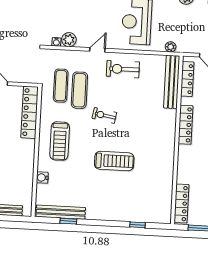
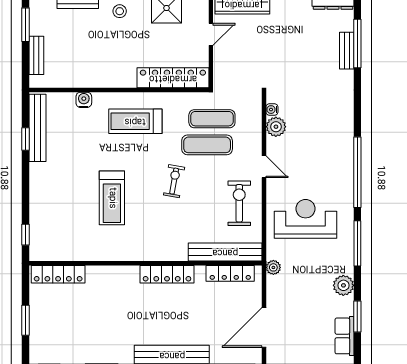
locker: (187, 79) -> (230, 273), moved
bench: (172, 82) -> (225, 252), moved
locker: (186, 125) -> (167, 274), moved
wall: (177, 140) -> (145, 263), moved
locker: (181, 203) -> (58, 274), moved

